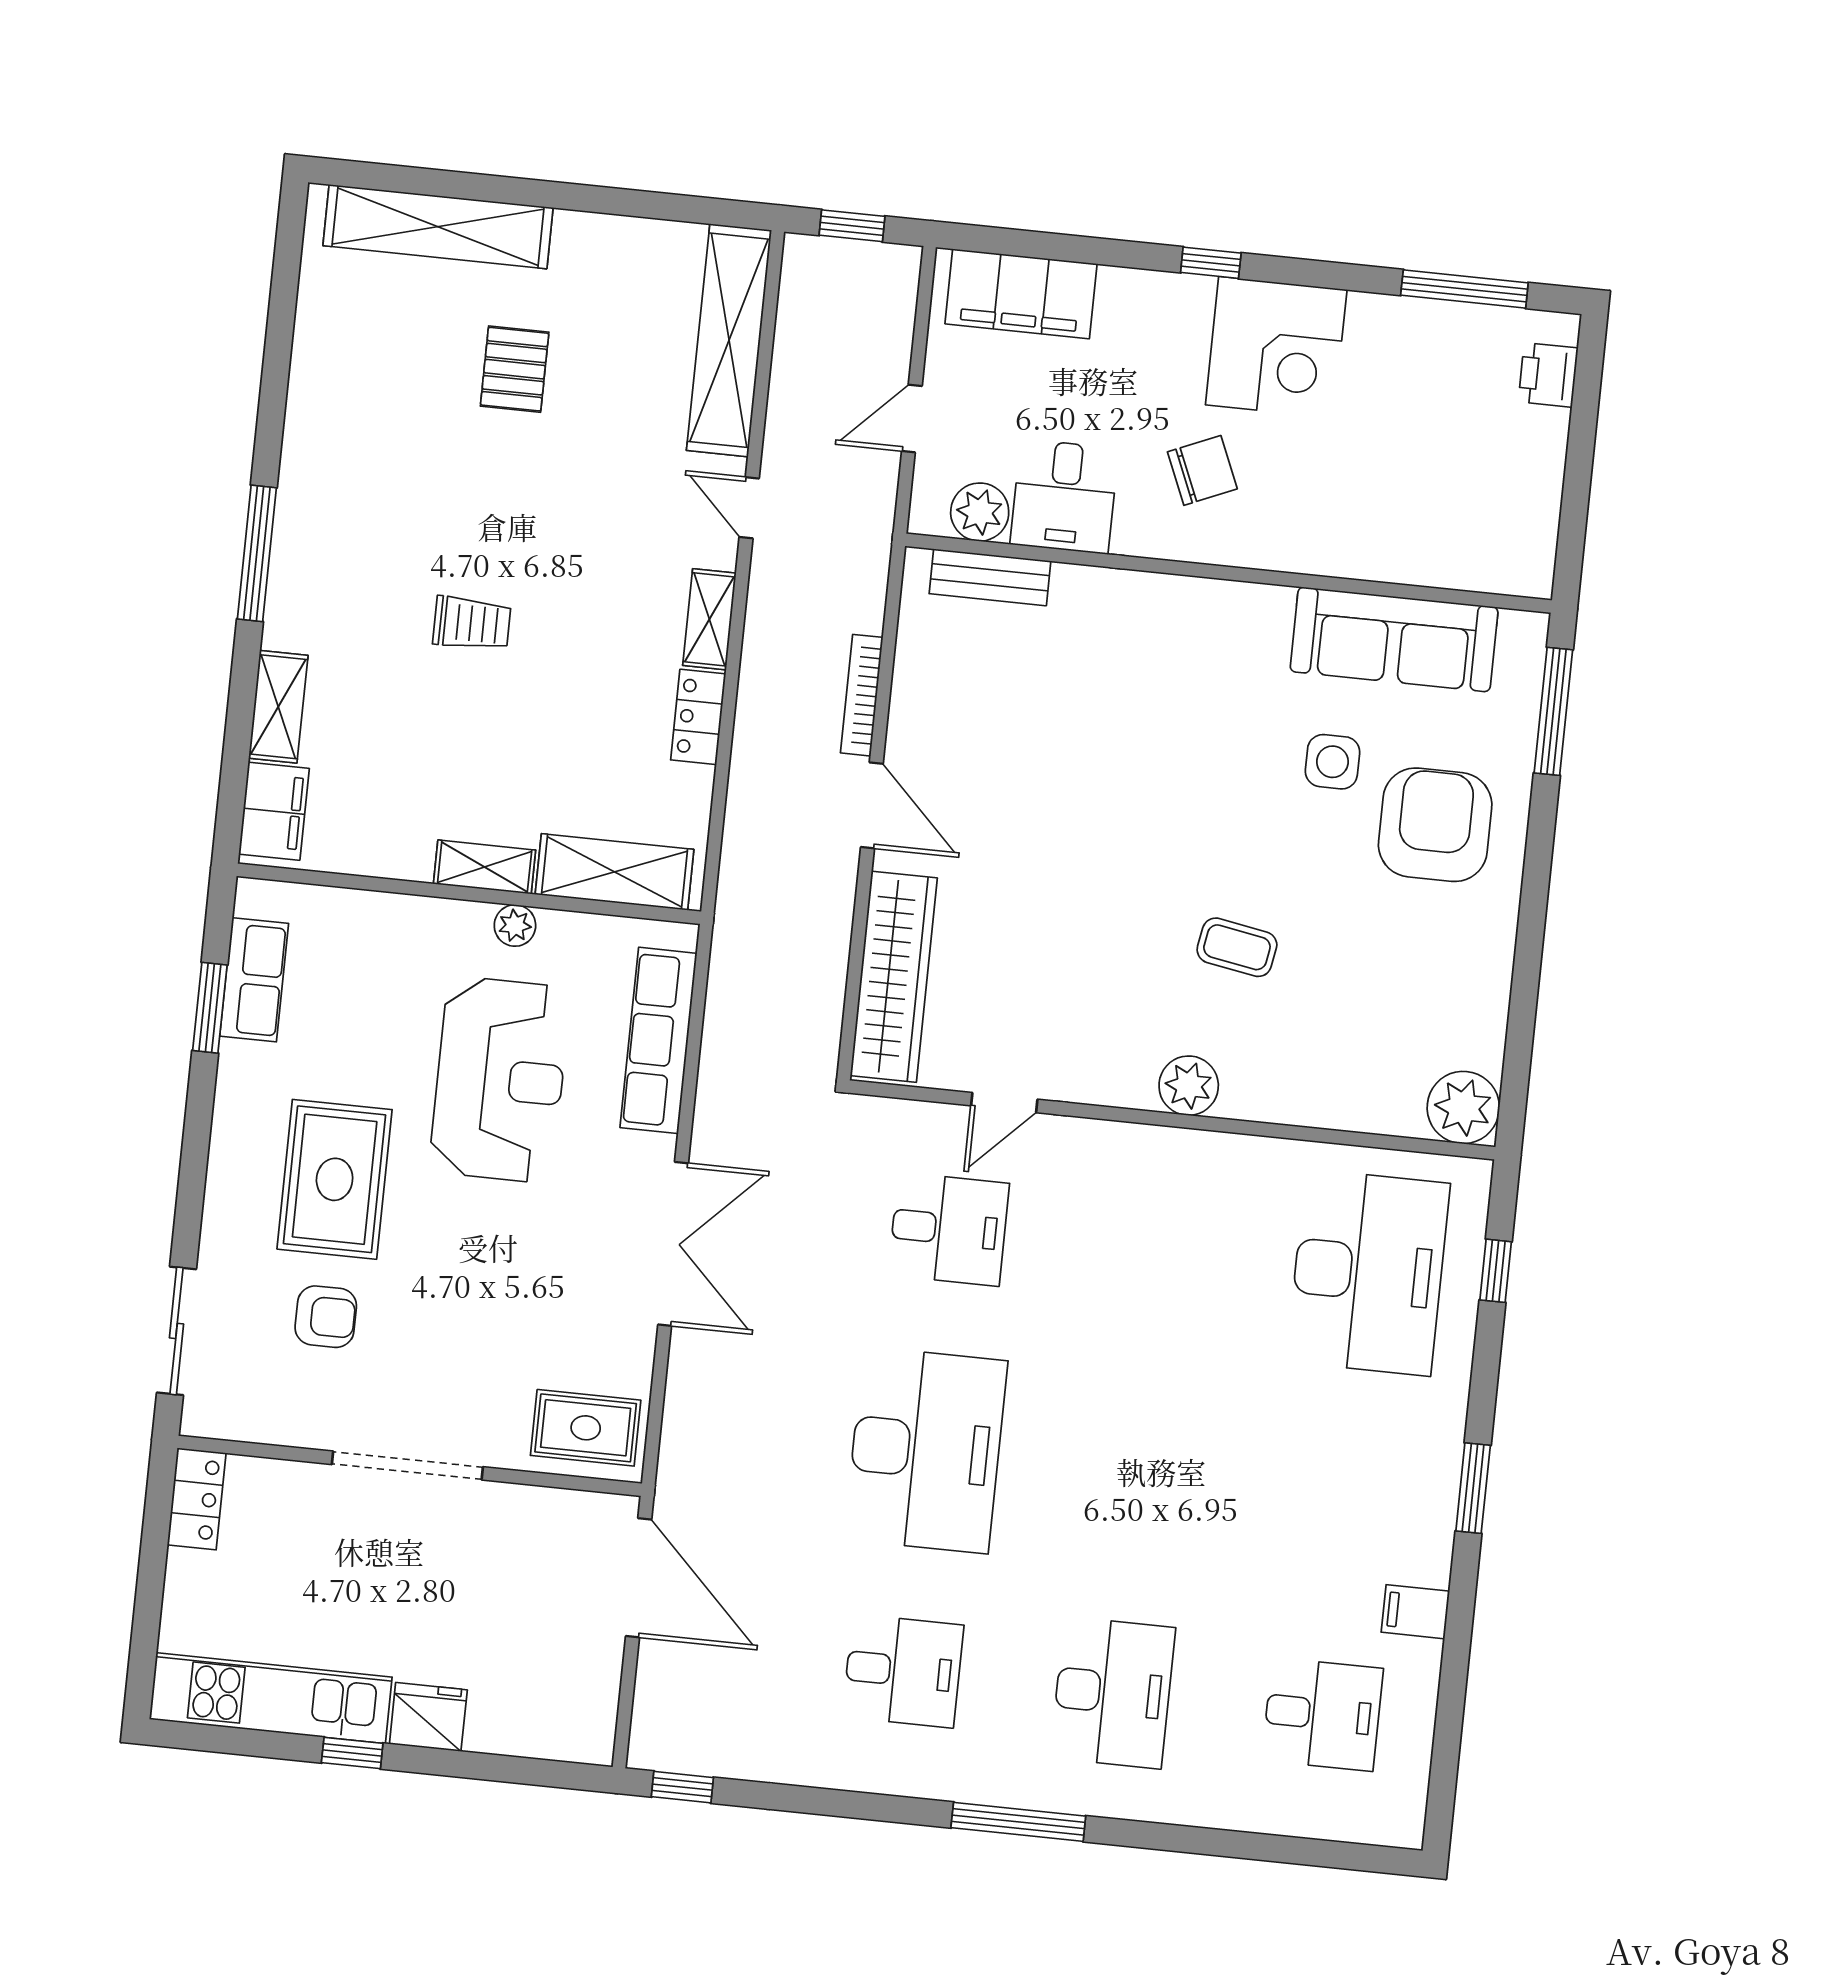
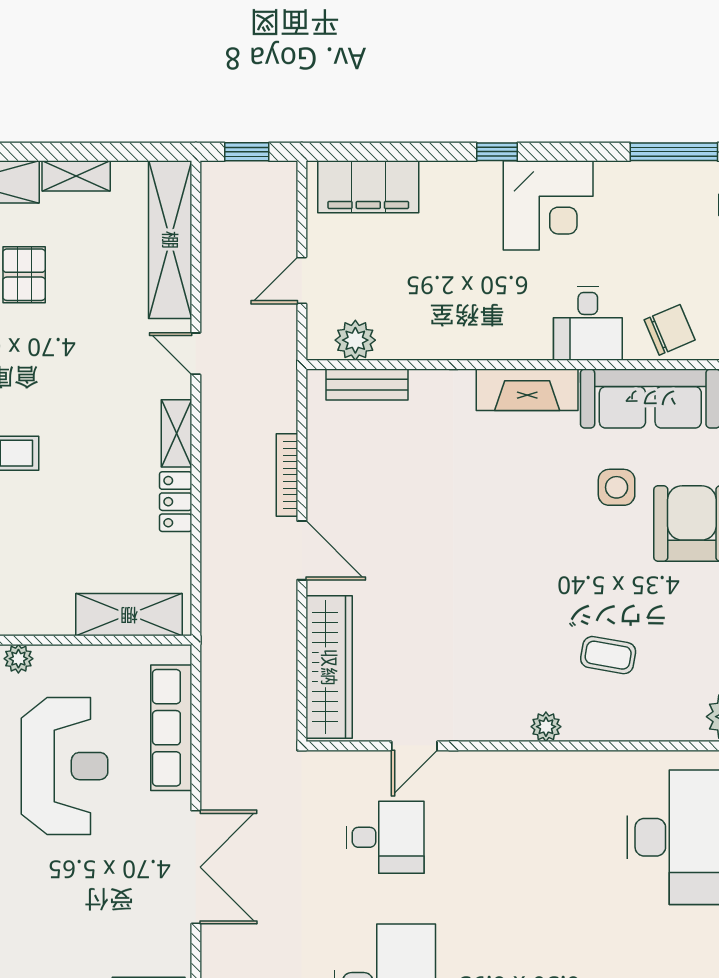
chair: (1202, 470) -> (670, 330), moved
desk: (1064, 496) -> (588, 323), moved
fireplace: (1219, 608) -> (527, 390), added
shelving: (485, 867) -> (76, 176), moved
plant: (515, 925) -> (18, 659), moved
coffee table: (1237, 947) -> (608, 655), moved
plant: (1189, 1086) -> (546, 727), width x0.73, depth x0.73

